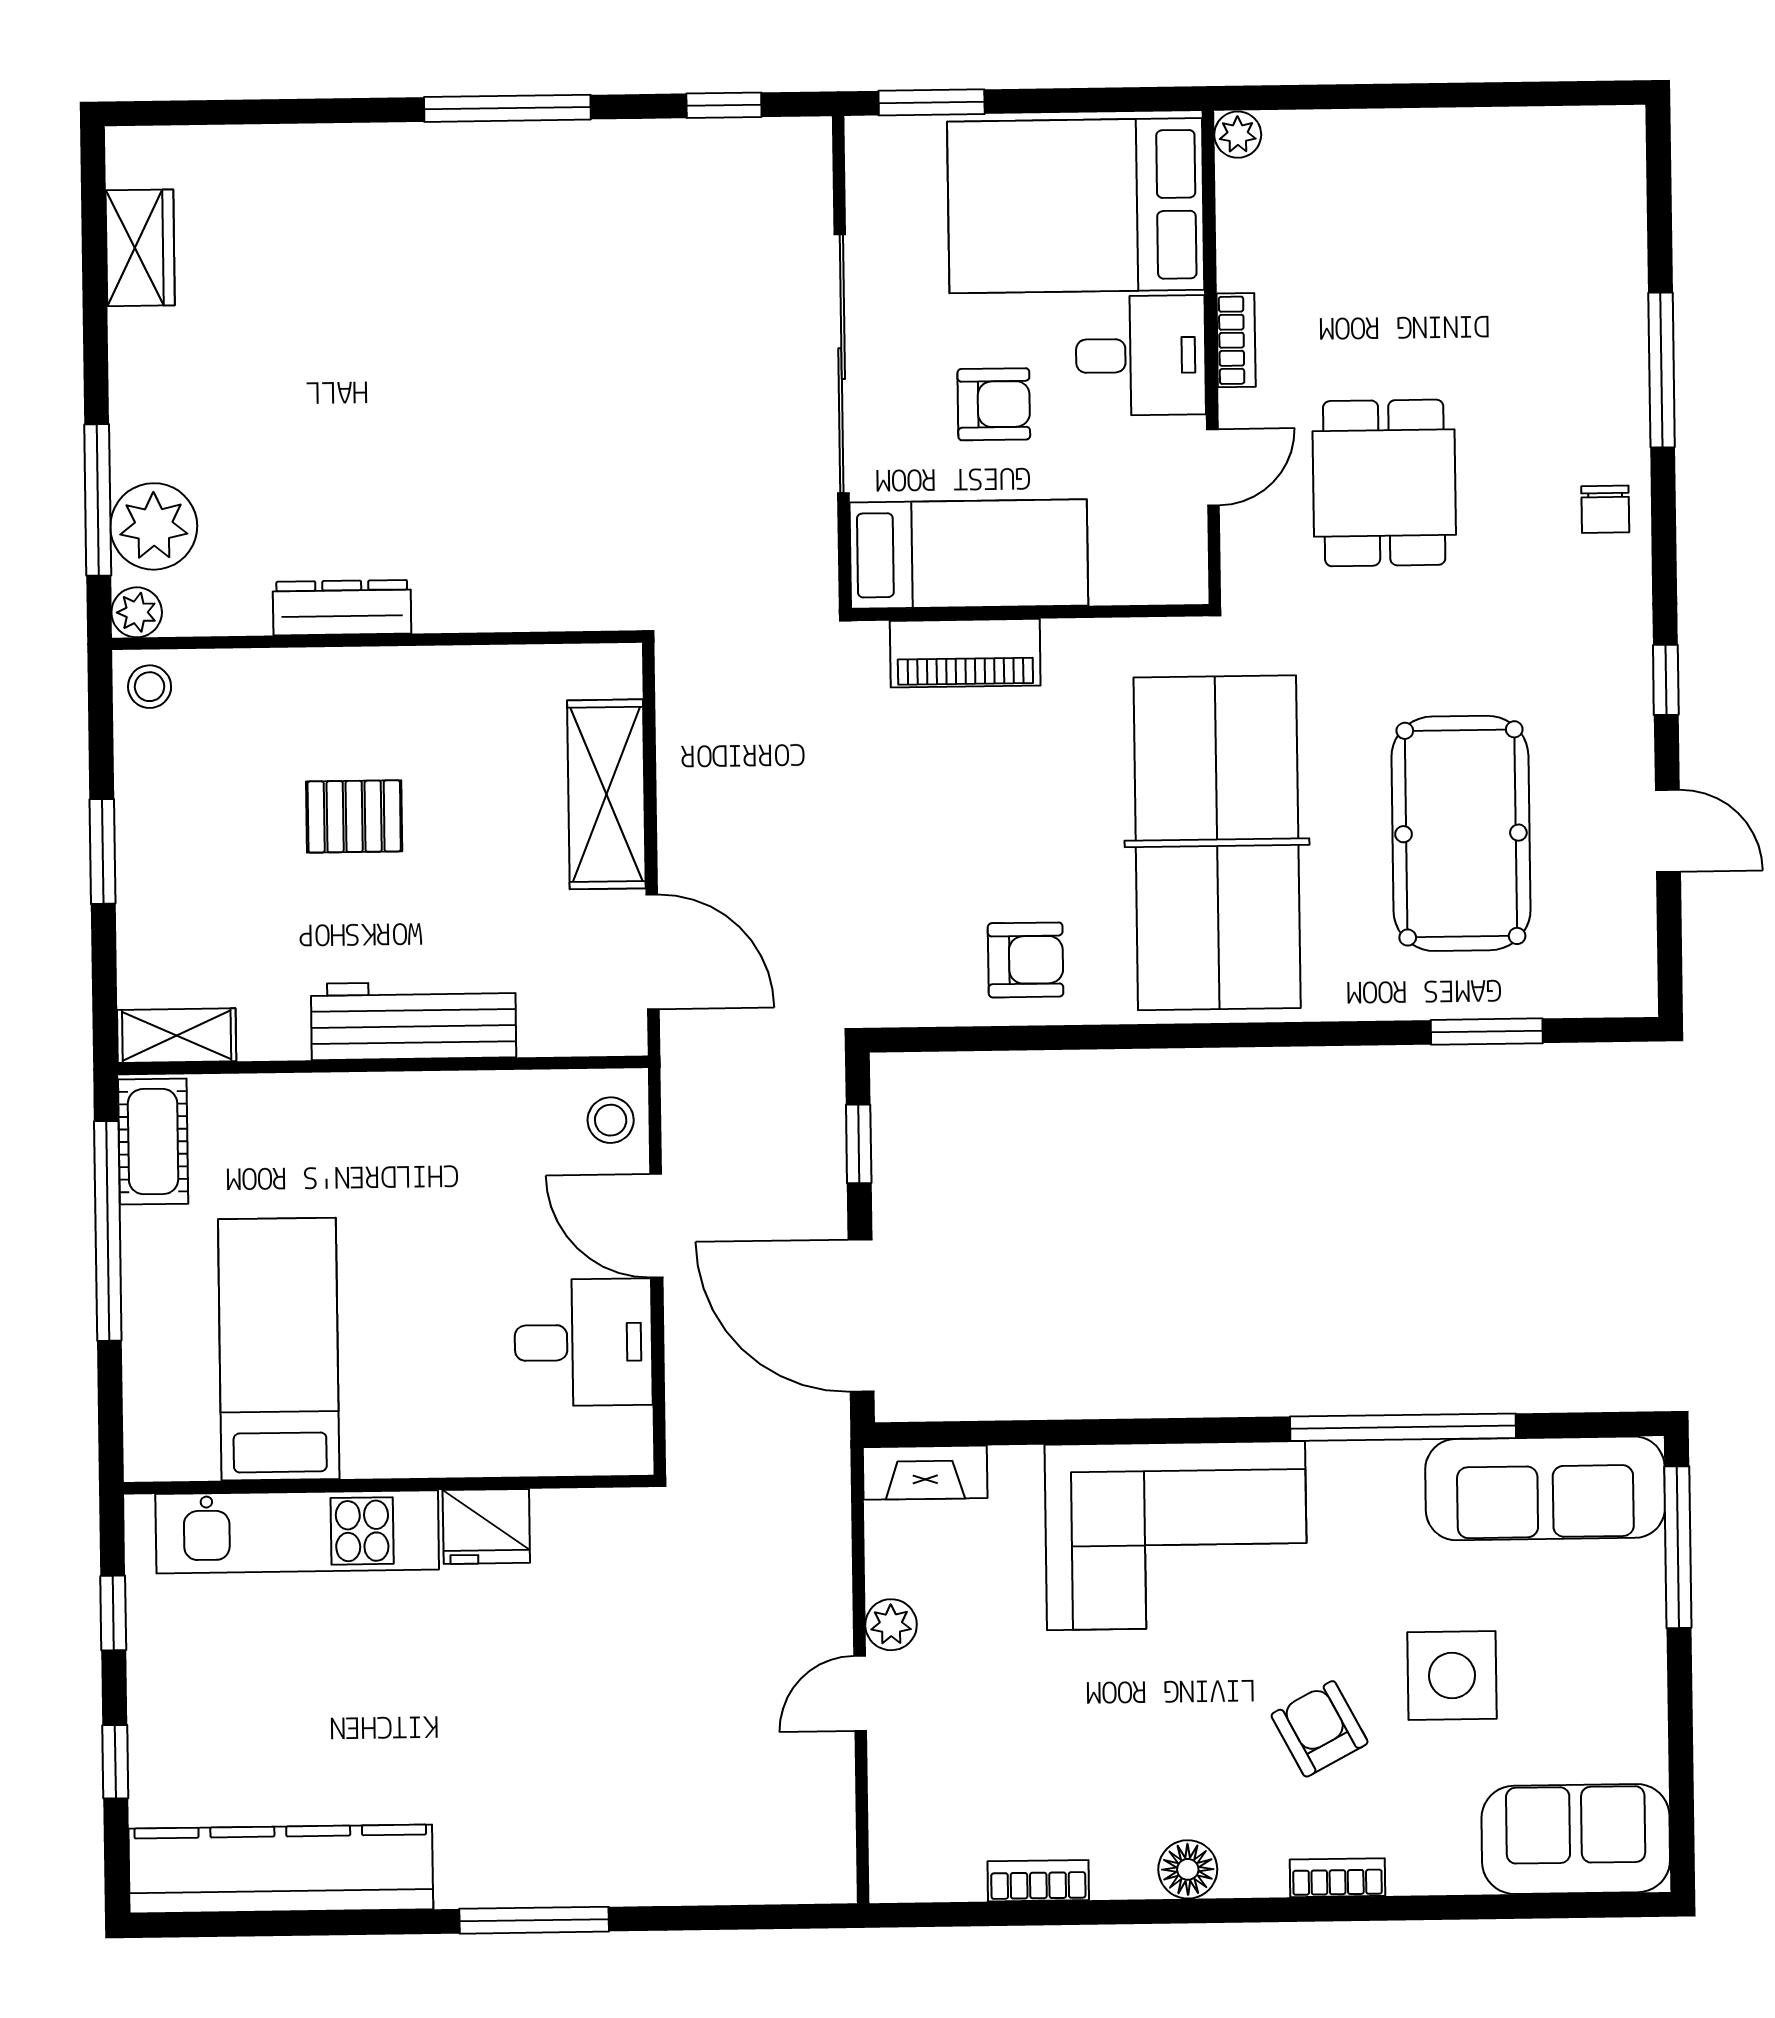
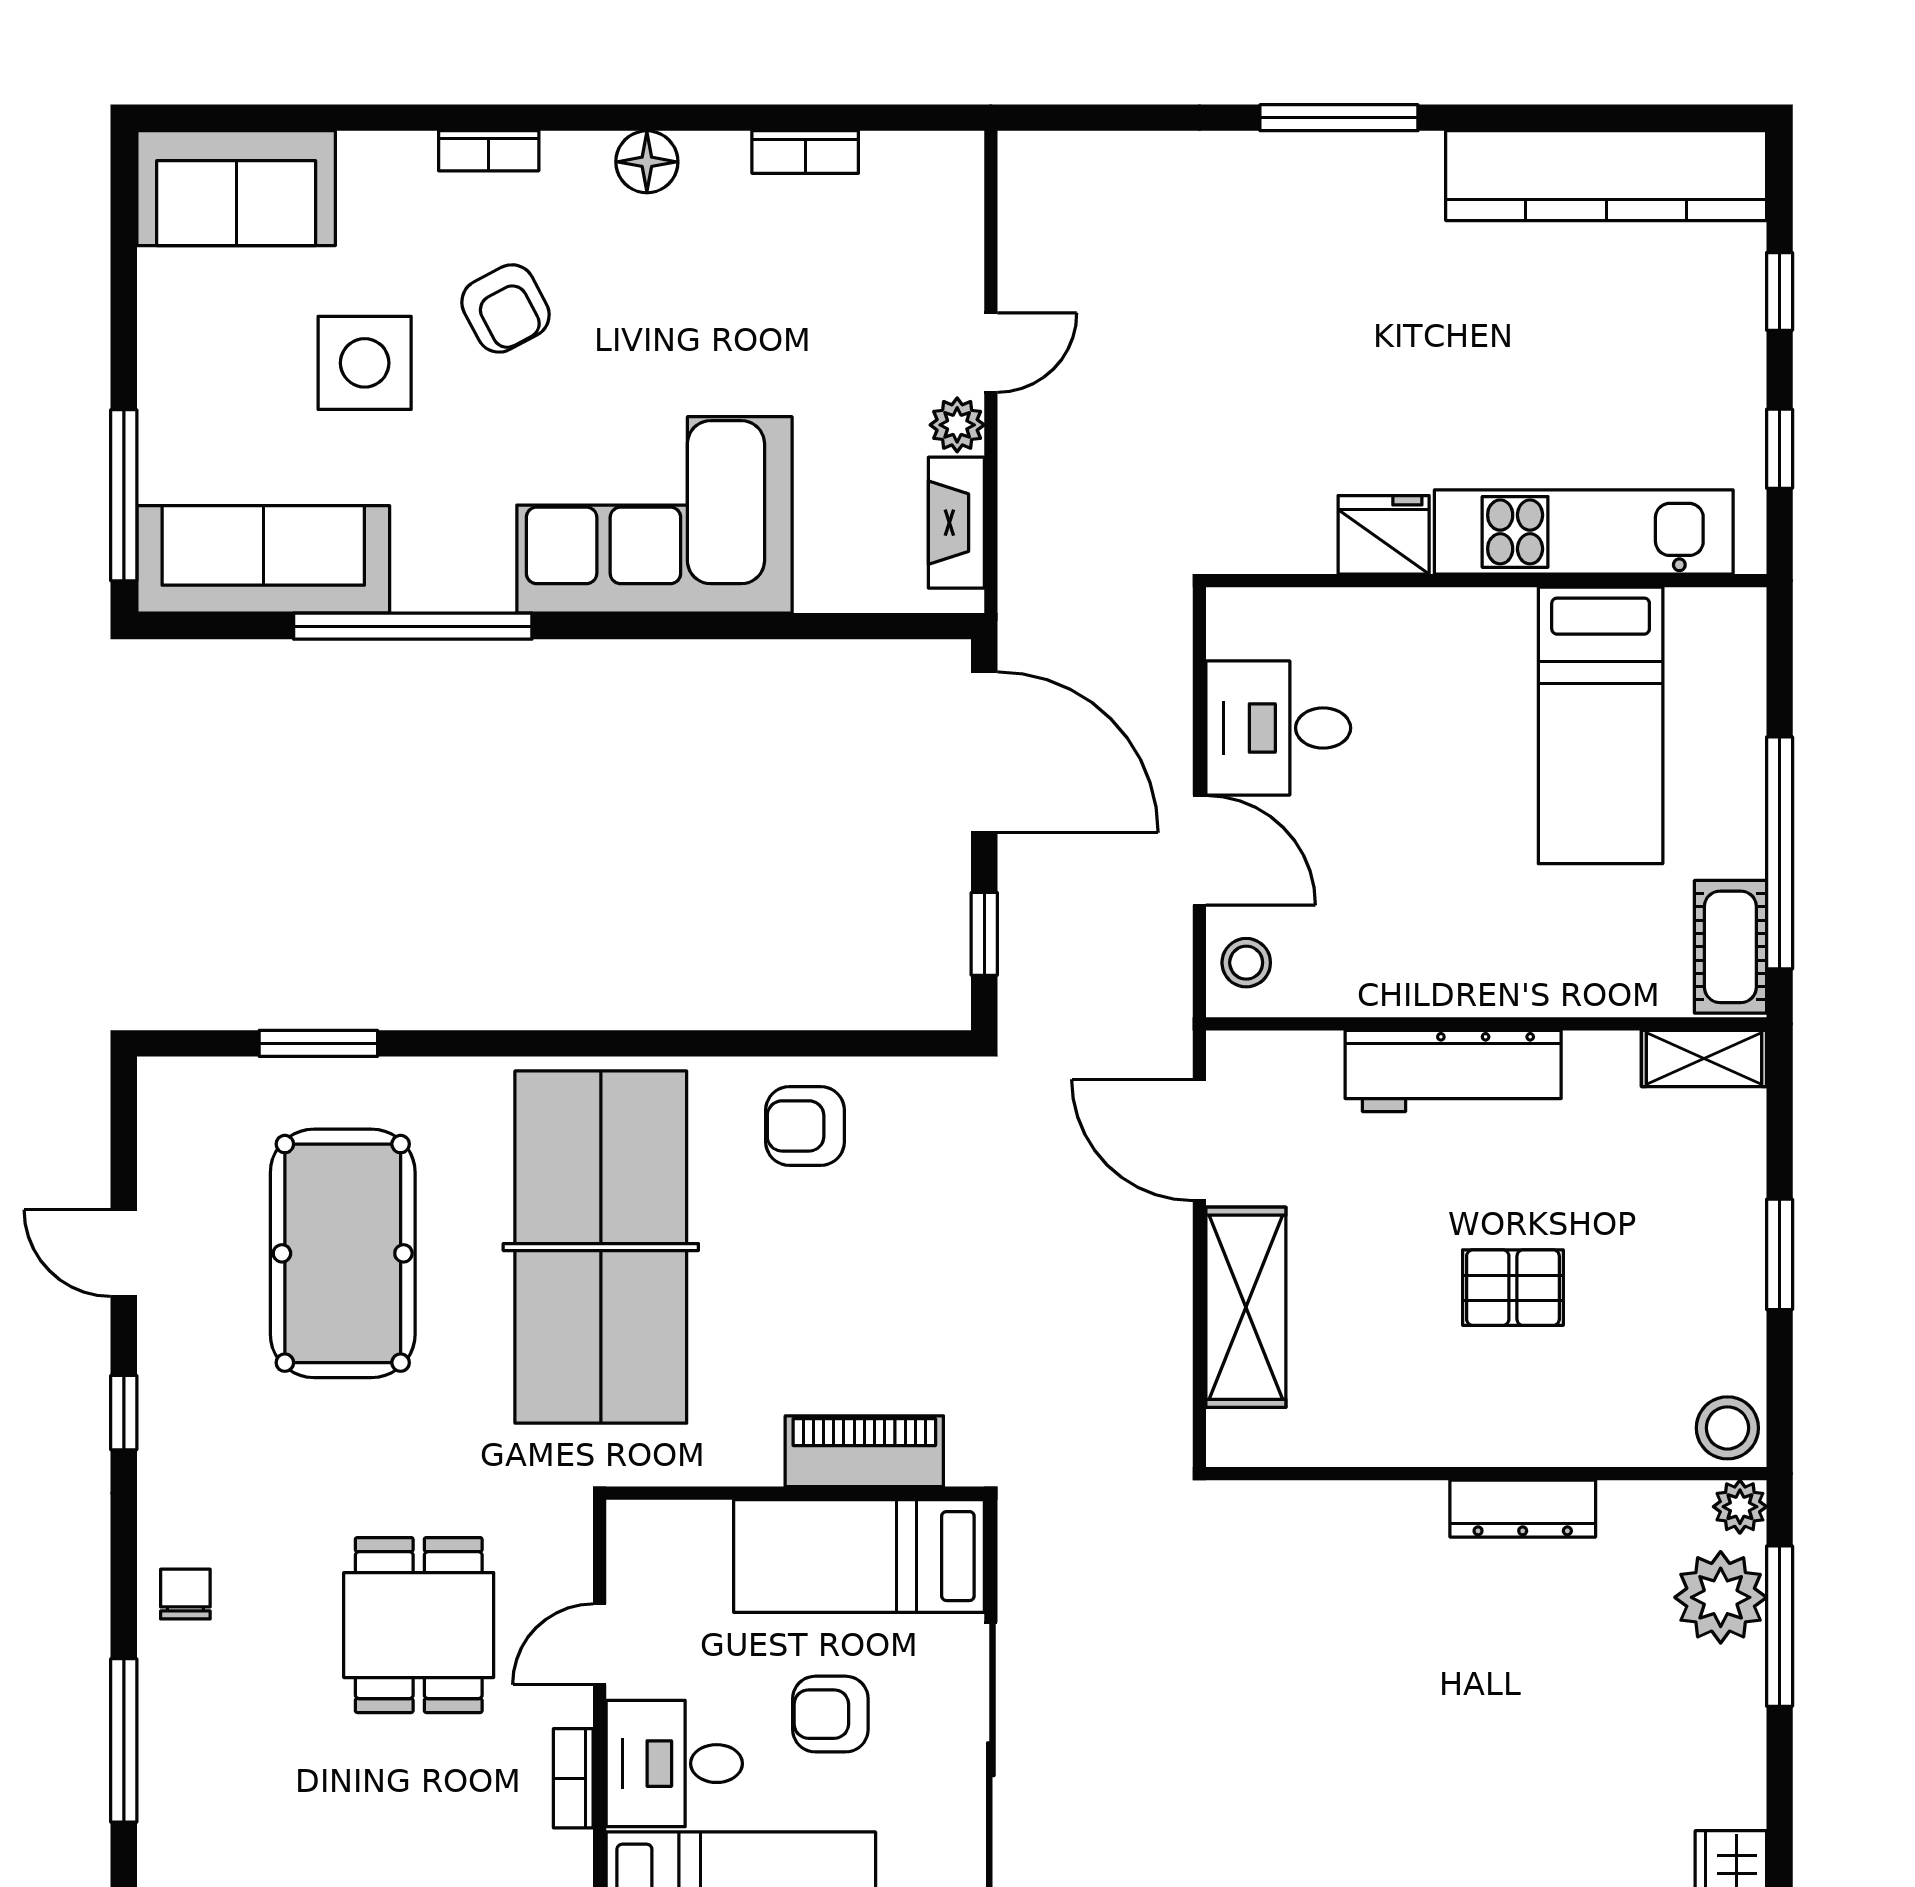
stool: (150, 687) -> (1727, 1428), width x1.37, depth x1.37
fireplace: (925, 1473) -> (956, 523), moved, turned -90

